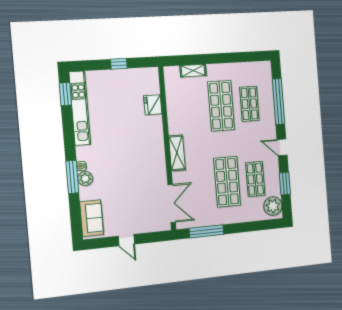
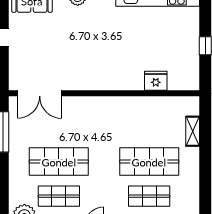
shelving: (177, 153) -> (98, 104), removed

